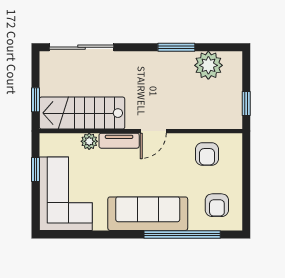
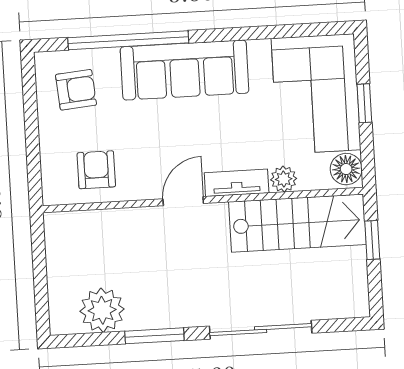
sliding door: (82, 47) -> (261, 330), moved
window: (246, 103) -> (39, 253), removed
floor lamp: (49, 145) -> (346, 169), added
window: (36, 169) -> (364, 103), moved
armchair: (217, 205) -> (76, 90), turned 85

